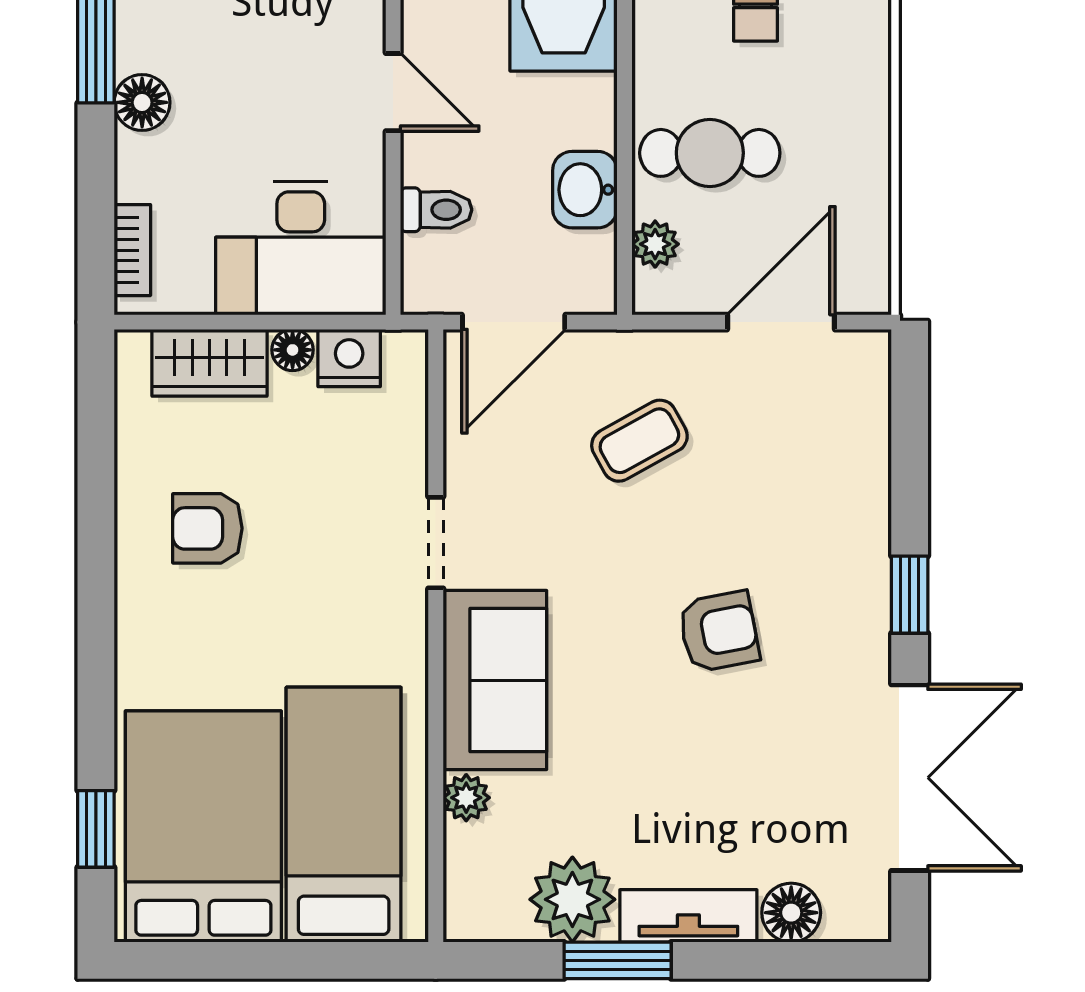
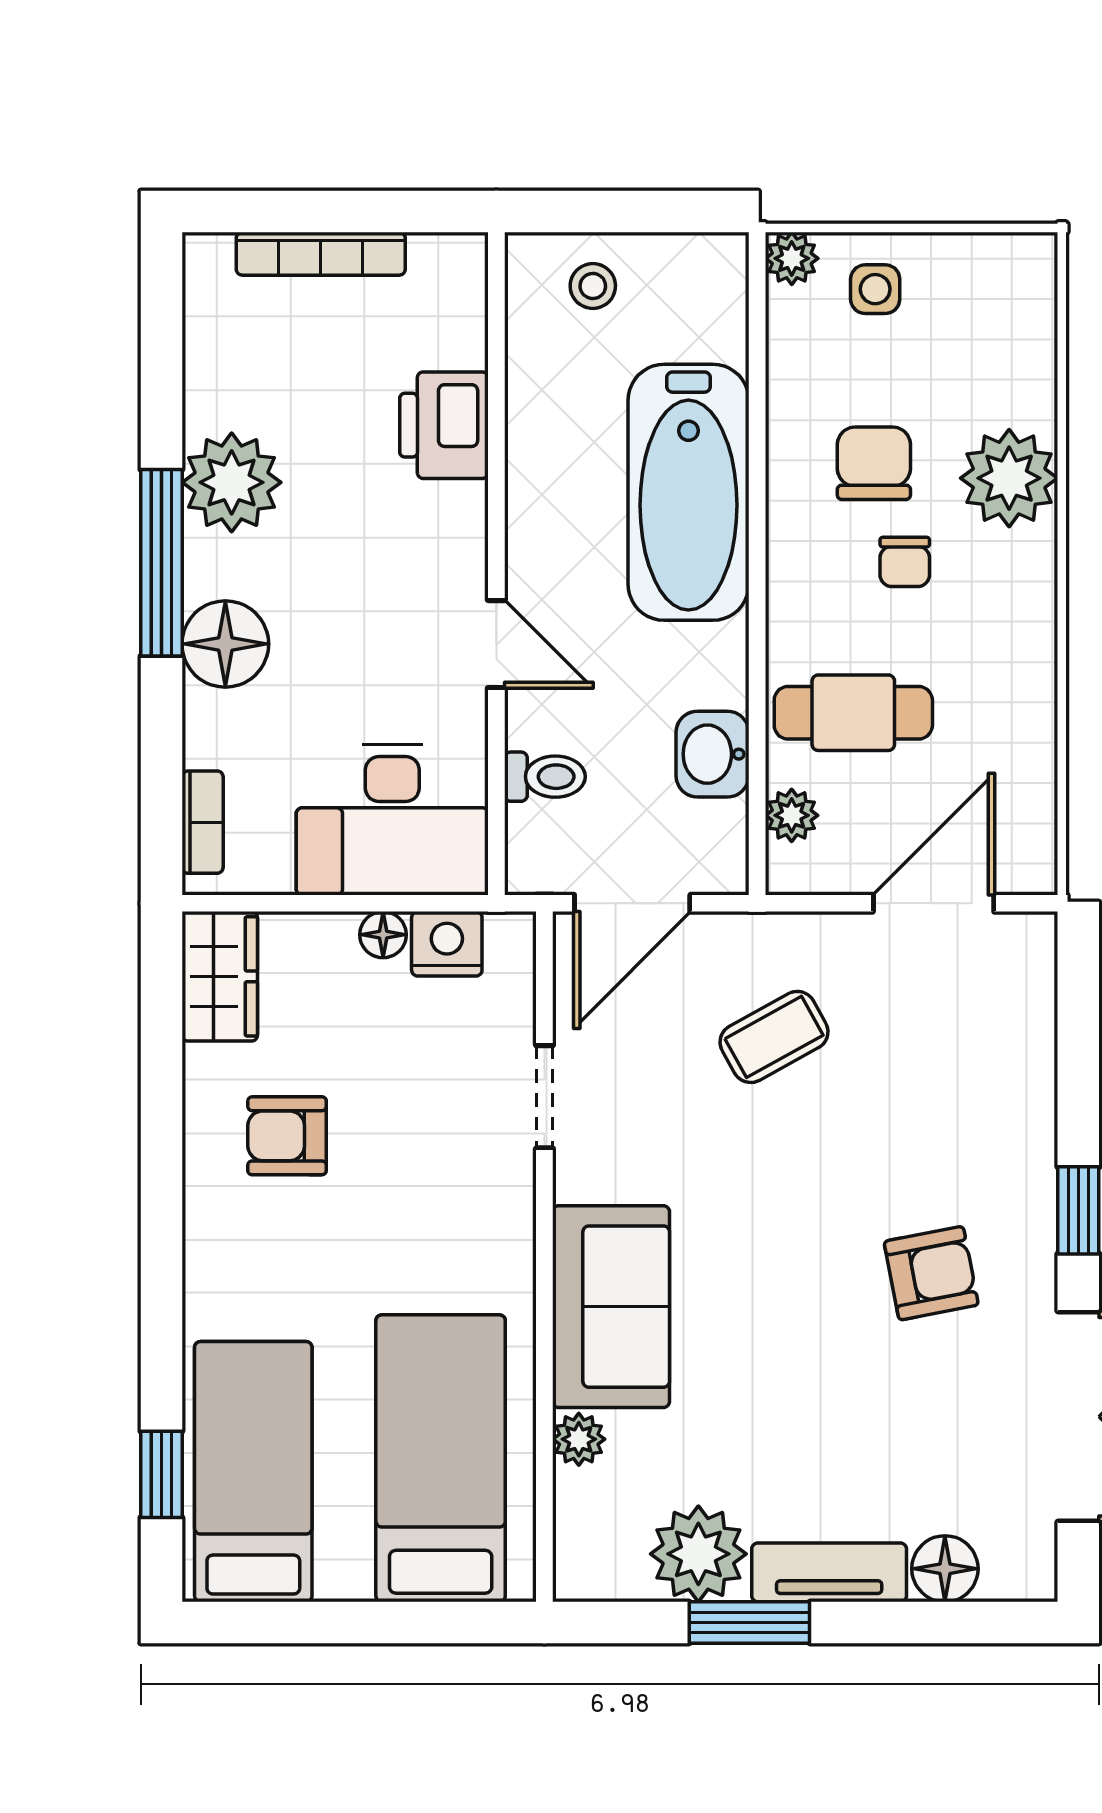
floor lamp: (142, 102) -> (225, 644), width x1.38, depth x1.38
wardrobe: (209, 363) -> (220, 976), moved, turned -90
doorway: (436, 543) -> (544, 1097), moved
armchair: (719, 632) -> (931, 1273), moved
bed: (203, 826) -> (253, 1472), width x0.67

